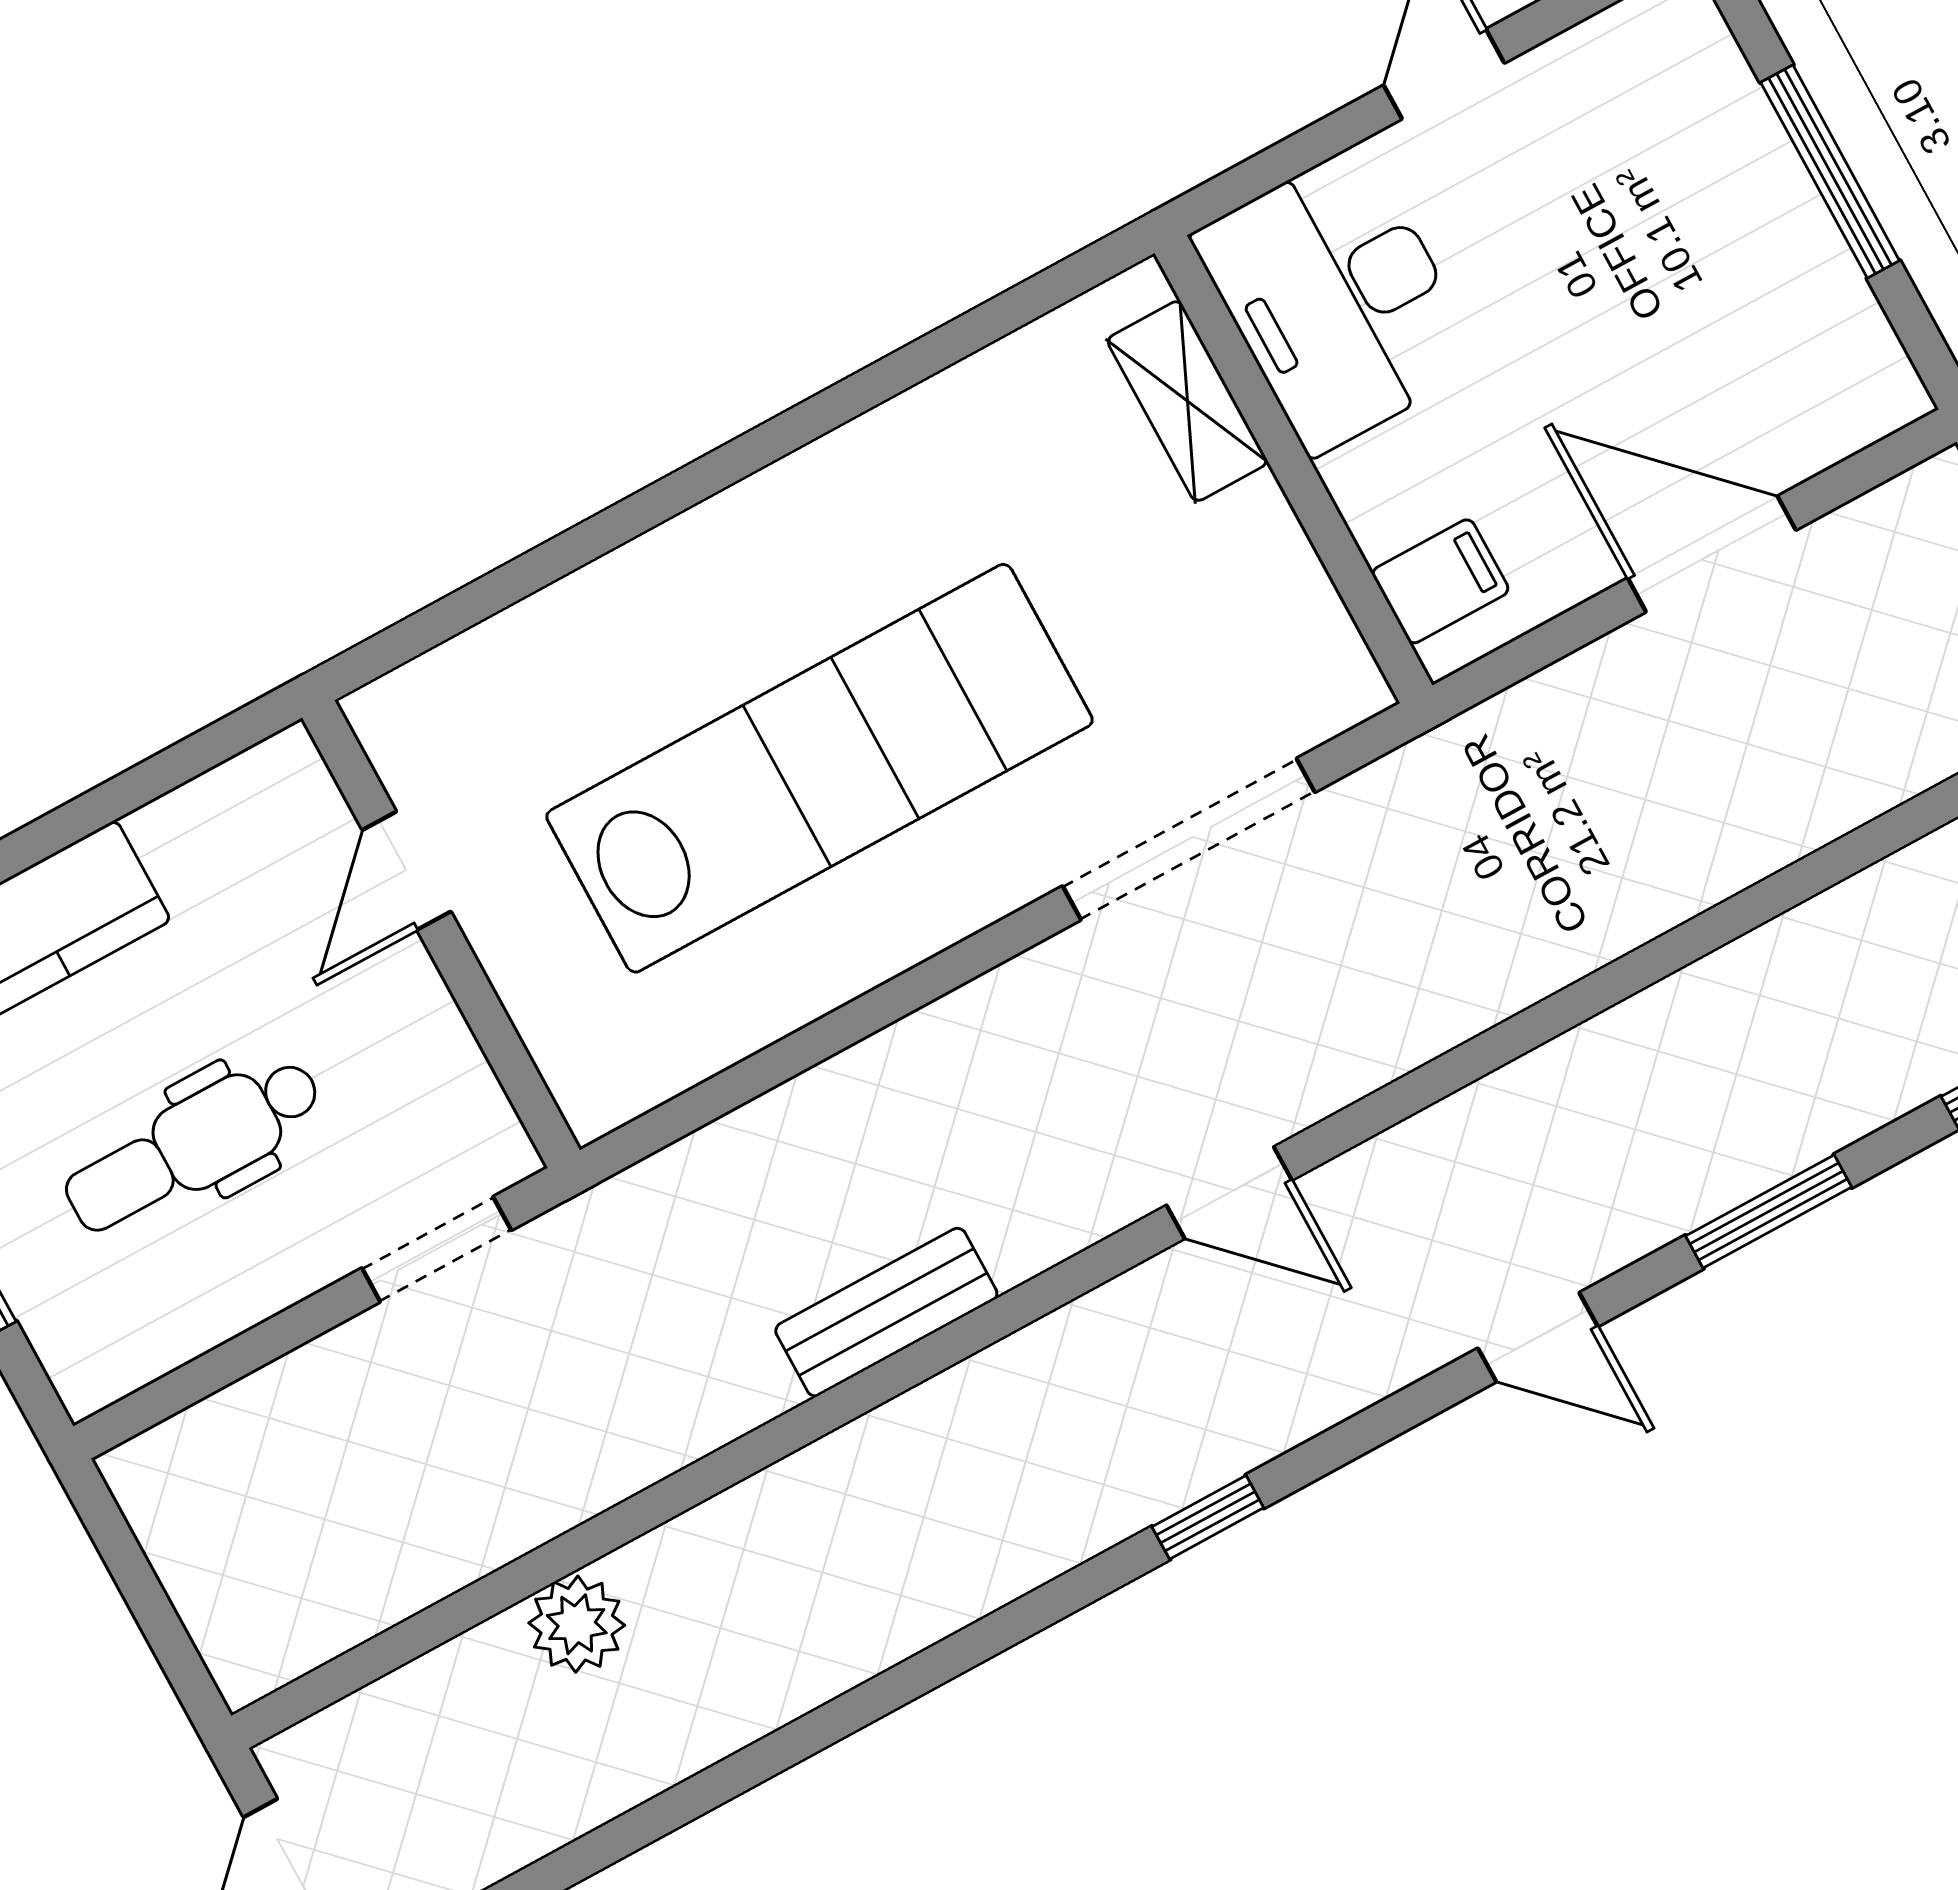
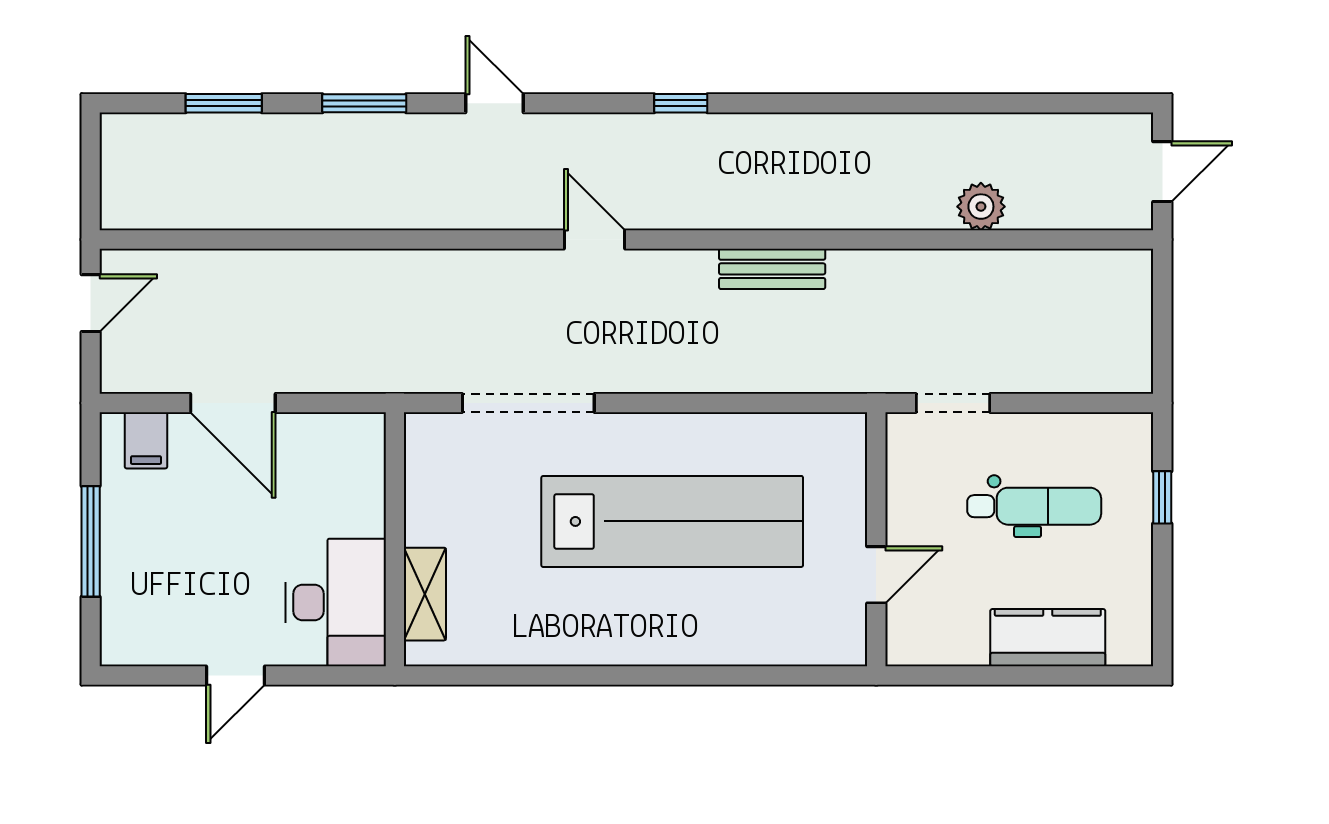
filing cabinet: (1440, 581) -> (146, 440), moved, turned -90
lab bench: (819, 768) -> (672, 521), turned 180

